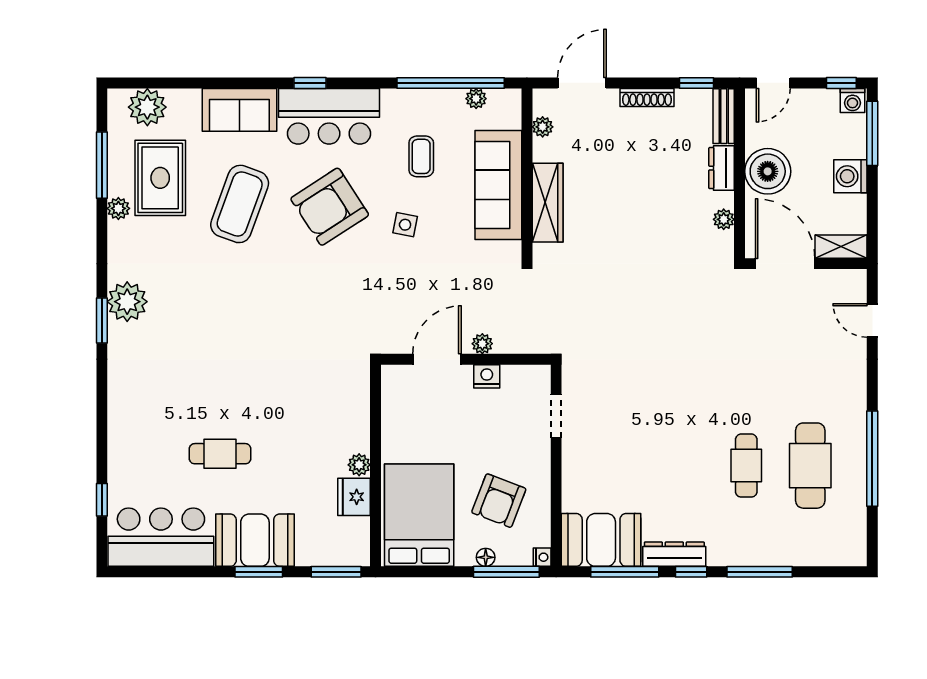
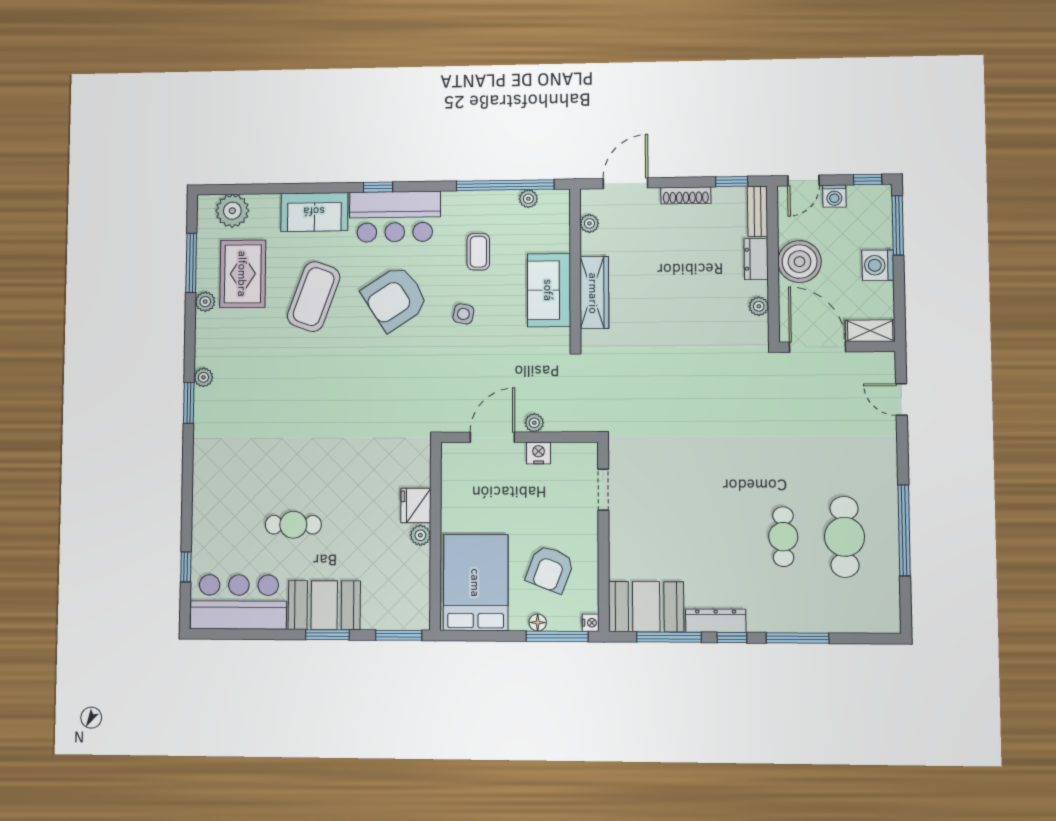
washing machine: (852, 100) -> (834, 196), moved
sofa: (498, 185) -> (549, 290), width x0.73
plant: (127, 302) -> (203, 377), width x0.53, depth x0.53
fridge: (354, 497) -> (416, 505), moved

